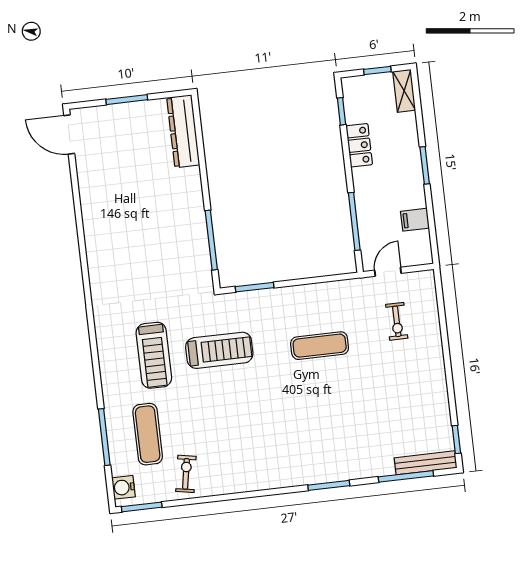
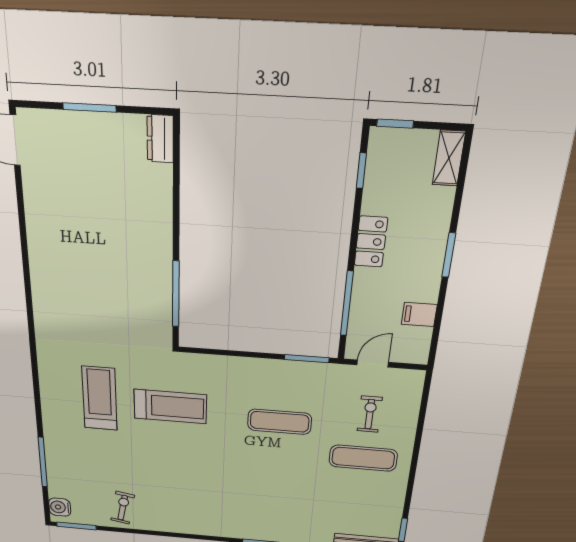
window: (377, 71) -> (395, 124), moved
dresser: (183, 131) -> (160, 139), width x0.51, depth x0.80
locker: (359, 145) -> (371, 242), moved
window: (255, 287) -> (307, 359), moved
exercise bike: (397, 321) -> (370, 414), turned 180
treadmill: (154, 355) -> (100, 398), turned 180
exercise mat: (148, 434) -> (363, 458), moved, turned 90

